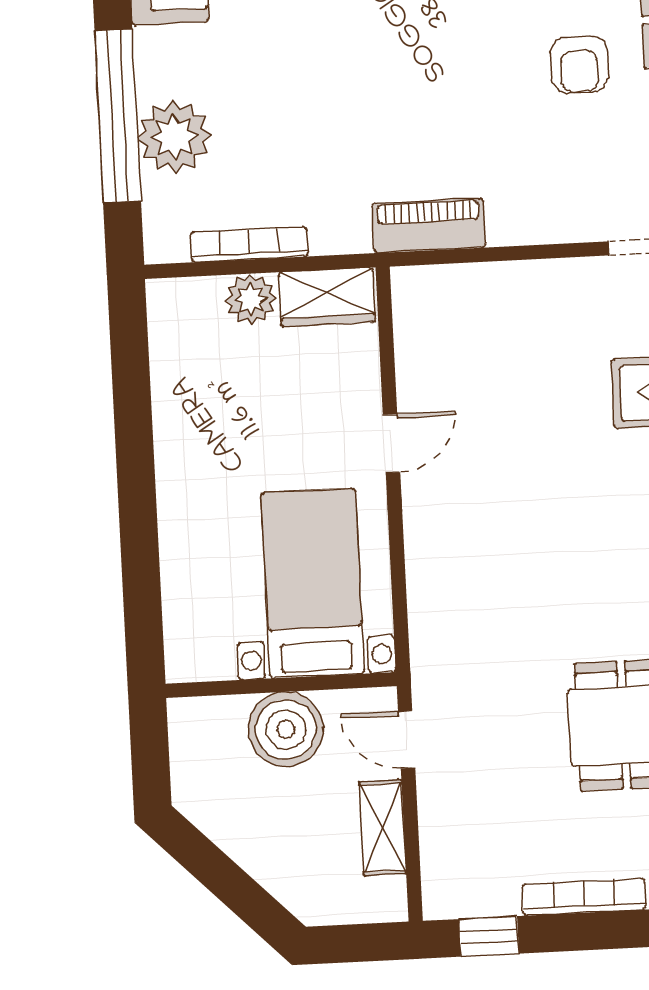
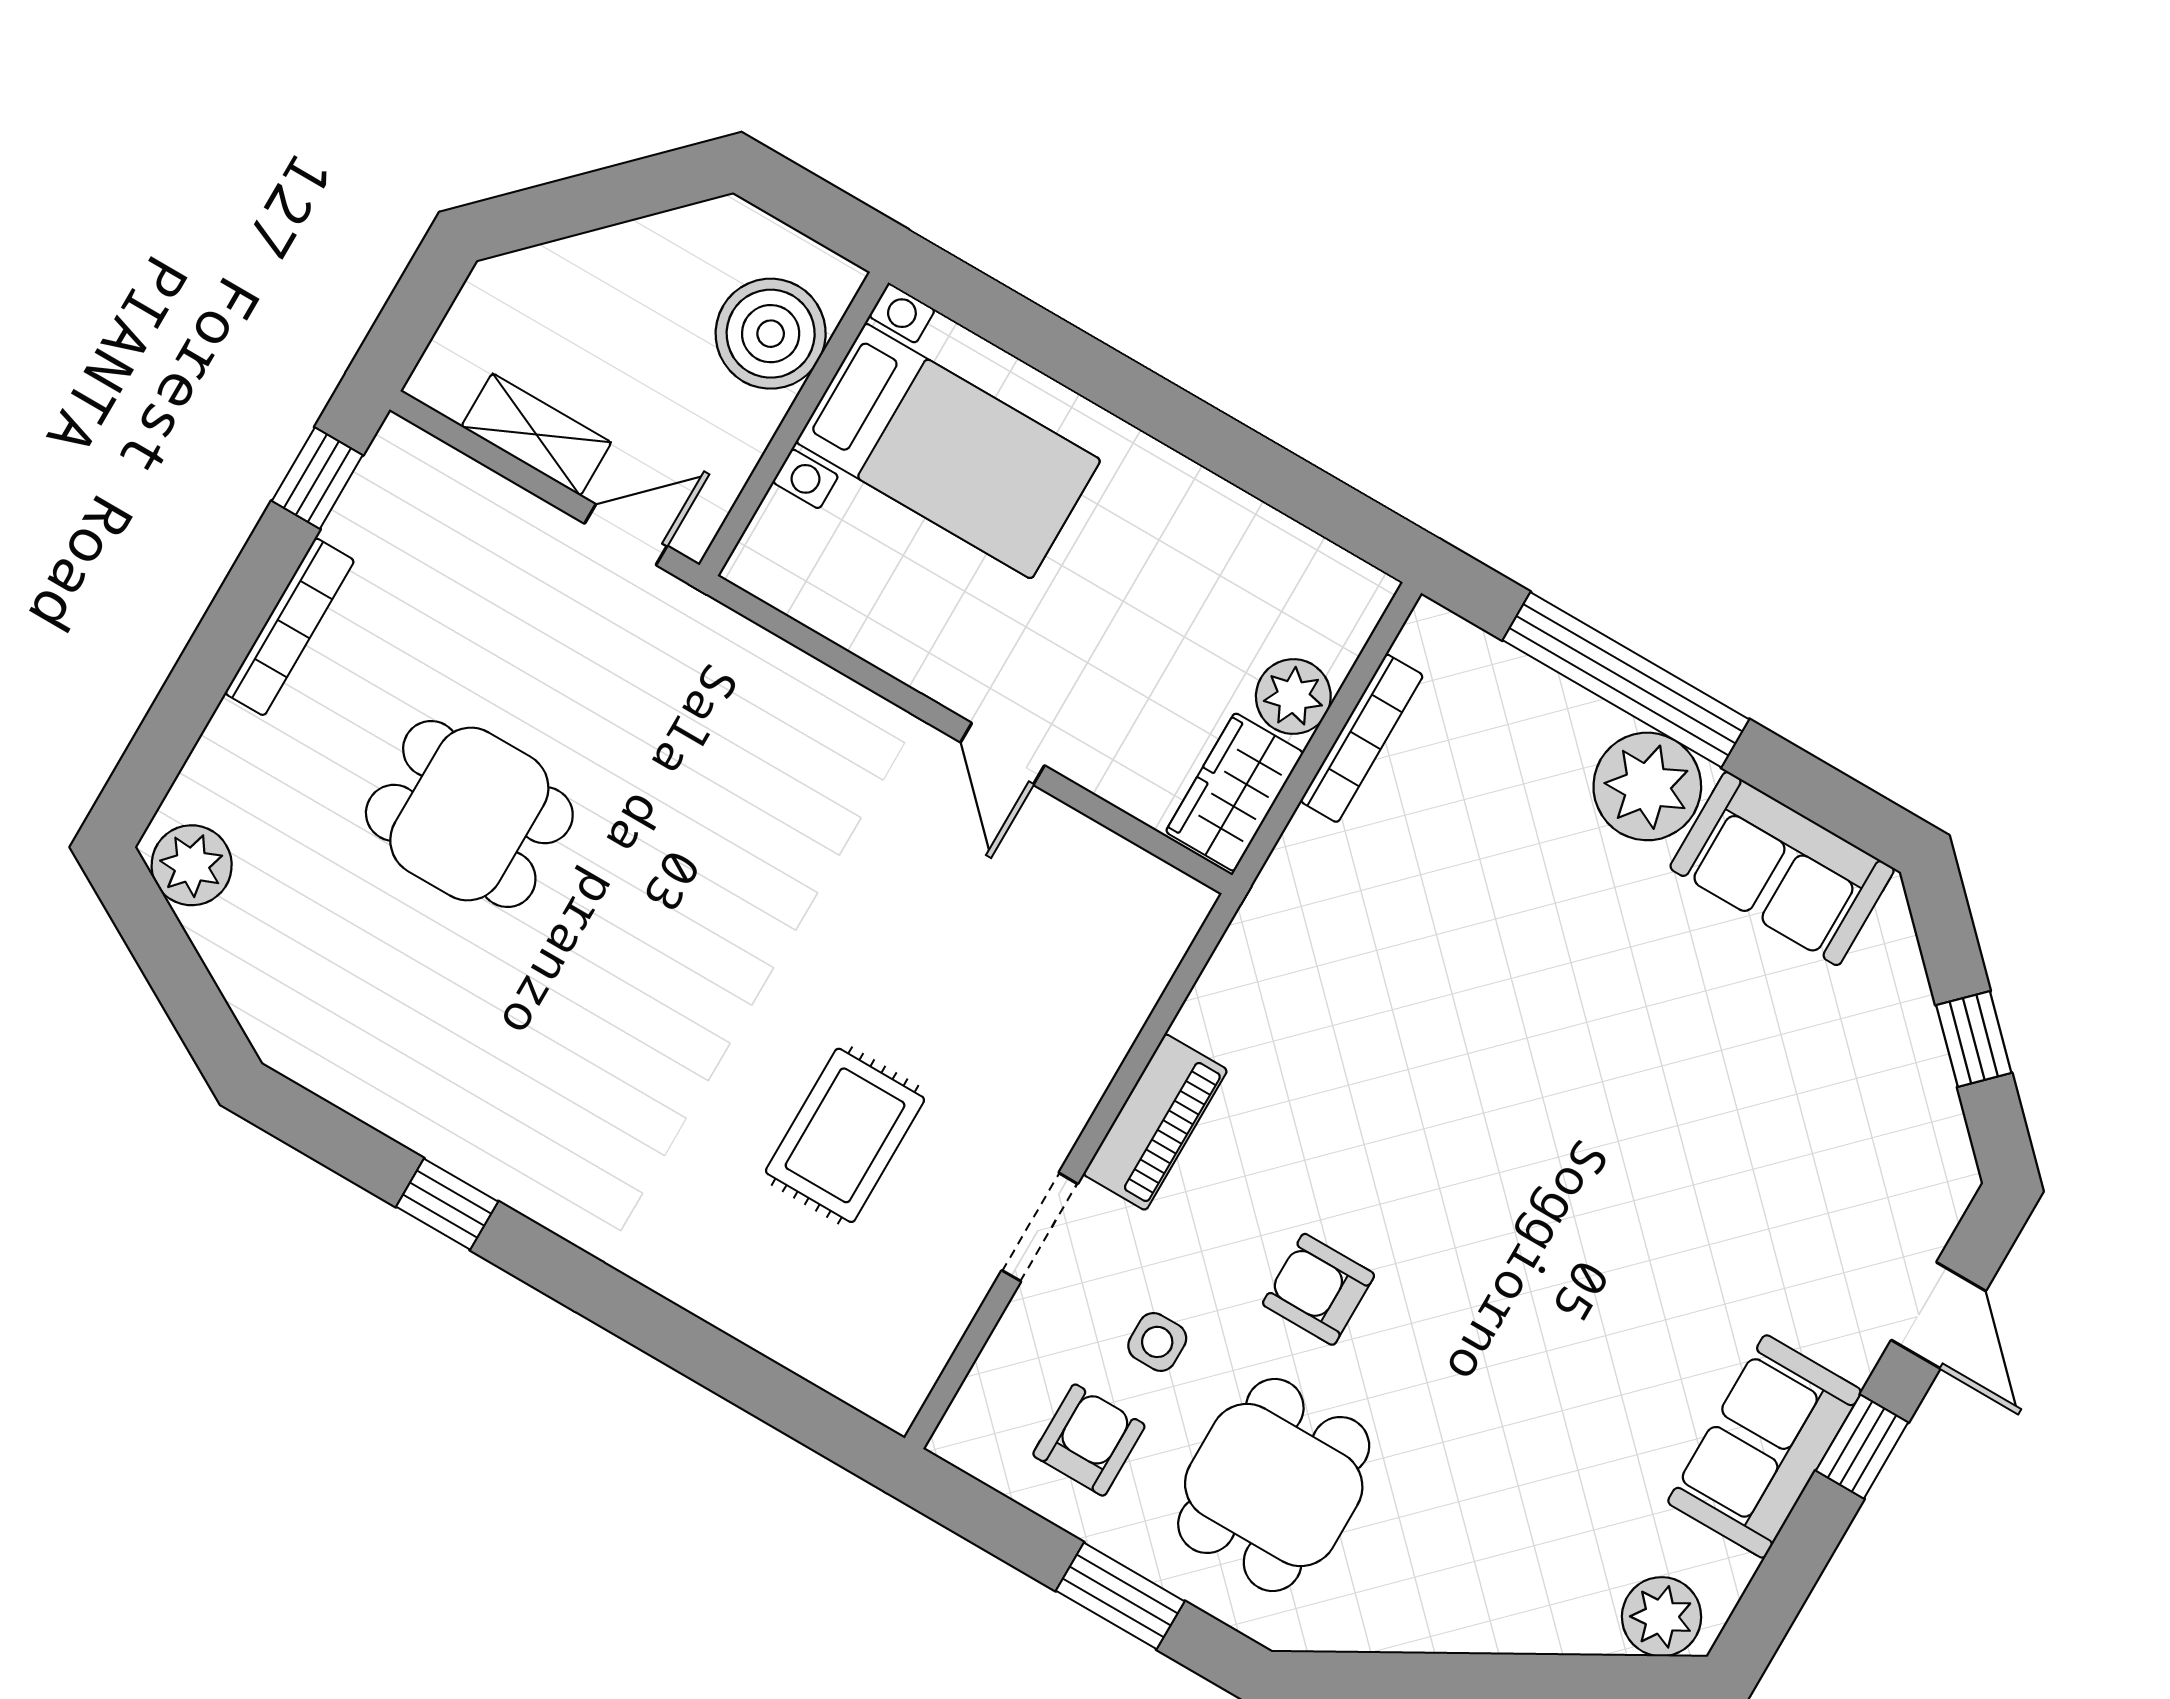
plant: (174, 137) -> (1647, 786), moved
piano: (429, 225) -> (1155, 1122), moved
bed with nightstands: (313, 583) -> (948, 451), moved
boiler: (286, 729) -> (771, 334), moved

